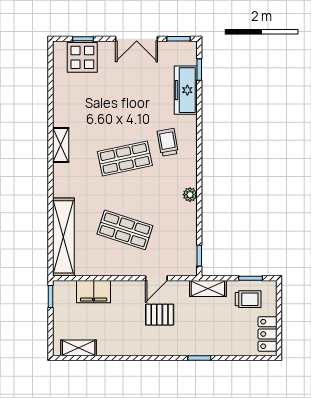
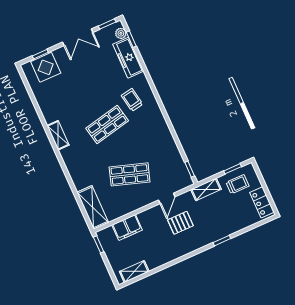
plant: (190, 195) -> (121, 33), moved
shelving: (63, 237) -> (93, 207), width x0.68

